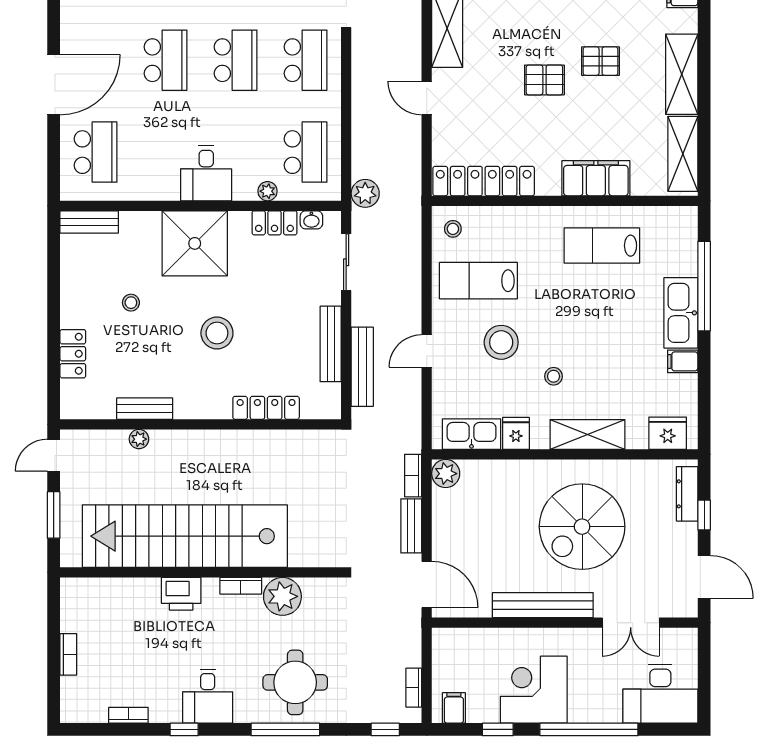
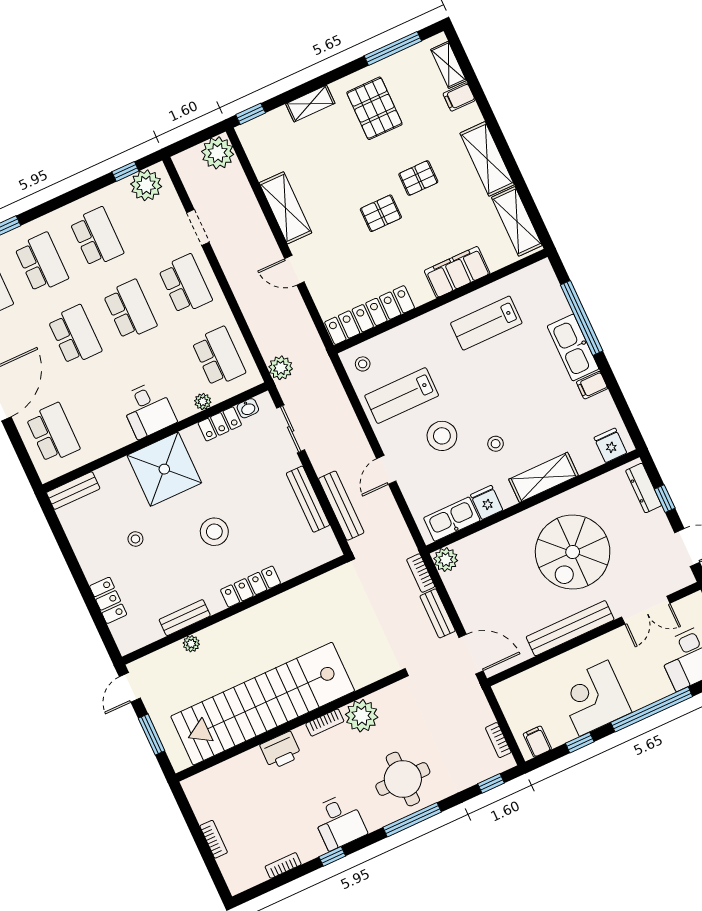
locker: (266, 408) -> (251, 587), moved
fridge: (668, 433) -> (610, 445), width x0.72

